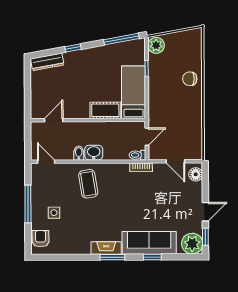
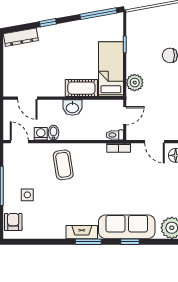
plant: (156, 45) -> (135, 83), moved
door: (54, 120) -> (27, 98), swing flipped
washbasin: (94, 153) -> (72, 108), moved, turned 180
washing machine: (67, 154) -> (41, 134), added

